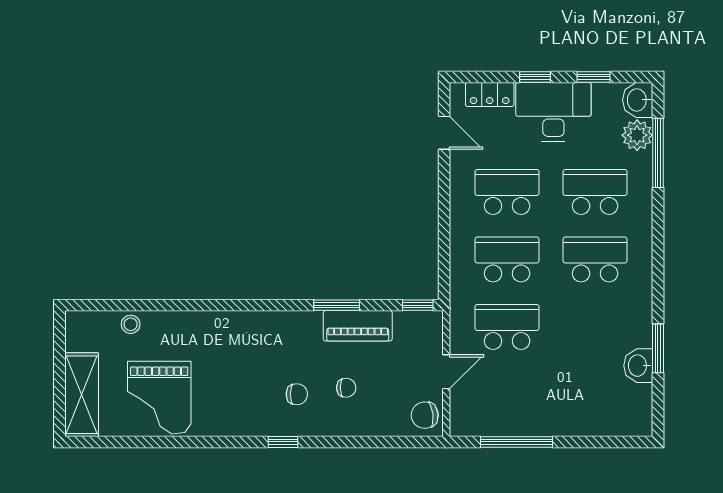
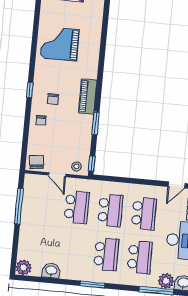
stool: (131, 324) -> (76, 166), moved
piano: (358, 326) -> (88, 97), moved
window: (658, 348) -> (92, 284), moved
chair: (346, 388) -> (41, 120), moved
grand piano: (159, 398) -> (60, 44), moved
plant: (637, 421) -> (24, 267), added

